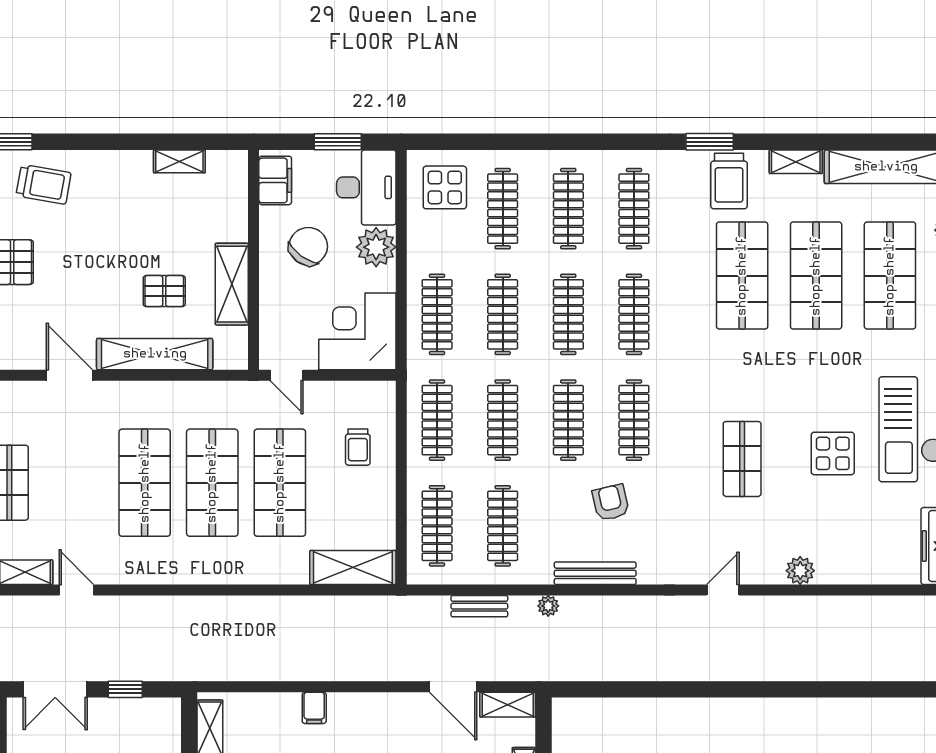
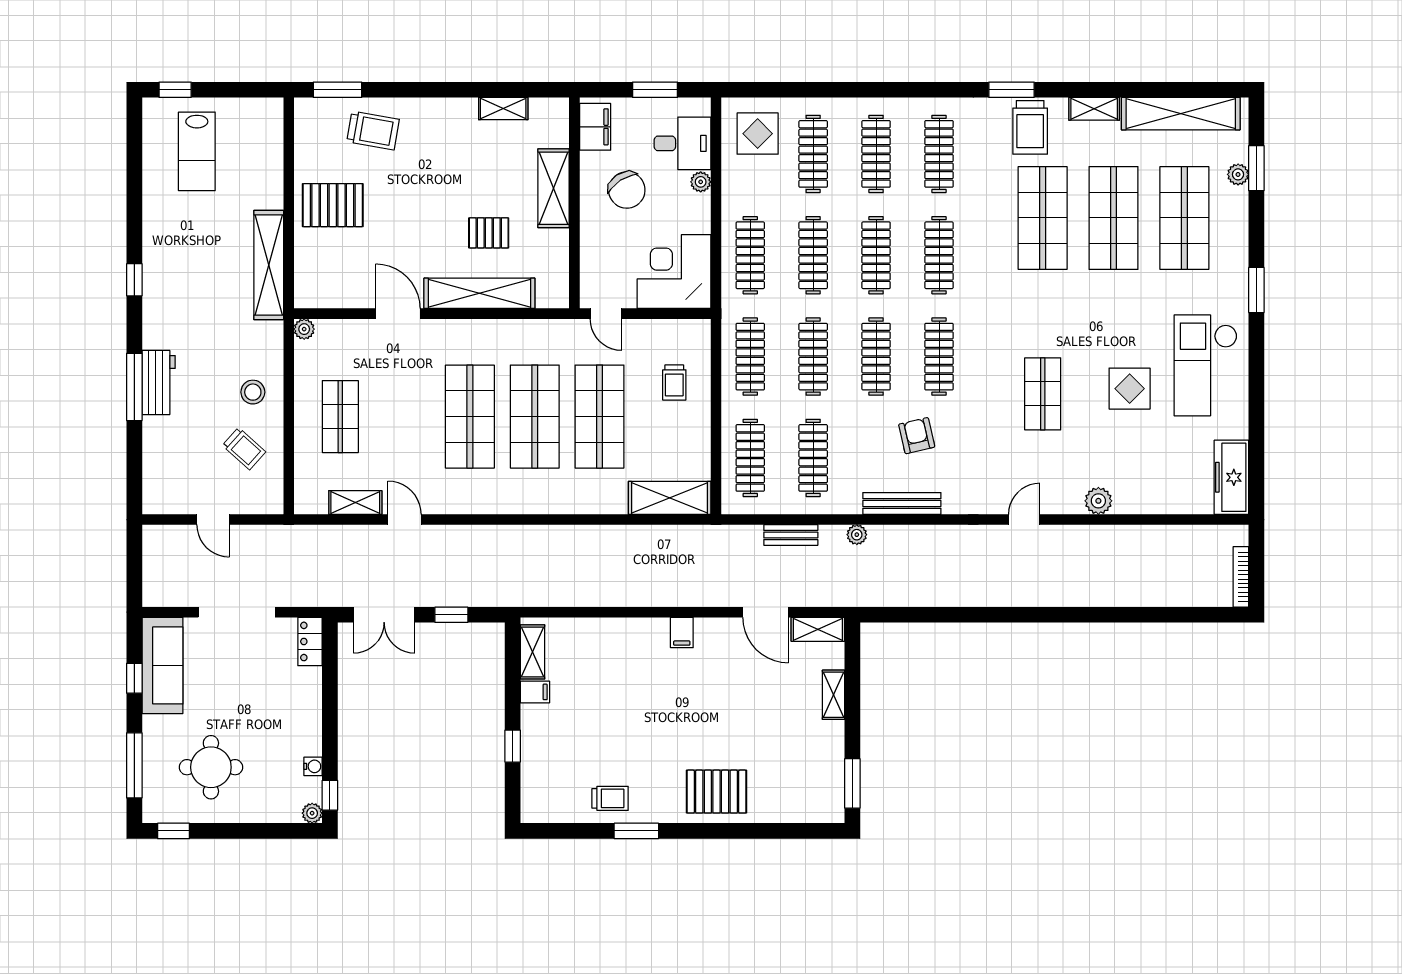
desk: (366, 187) -> (682, 143), width x0.73
chair: (308, 246) -> (627, 190), turned 111
plant: (376, 247) -> (701, 182), width x0.53, depth x0.53
shelving: (232, 284) -> (554, 188), moved
filing cabinet: (314, 708) -> (682, 632), moved

